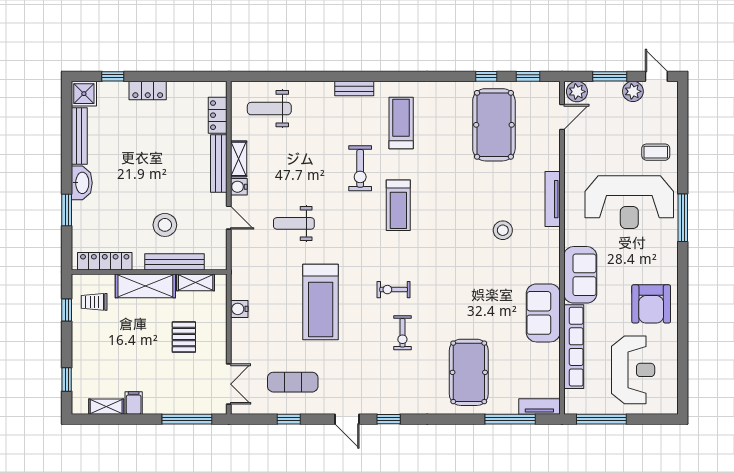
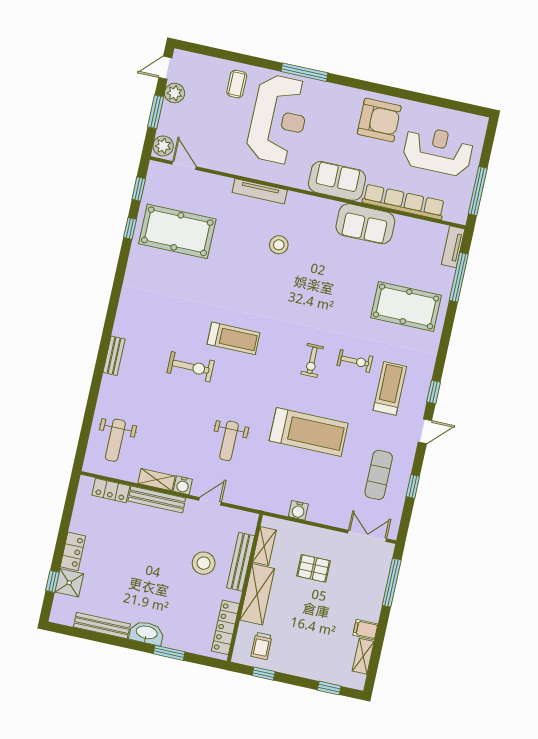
shower: (84, 94) -> (69, 583), moved
treadmill: (401, 123) -> (390, 388), moved, turned 90

